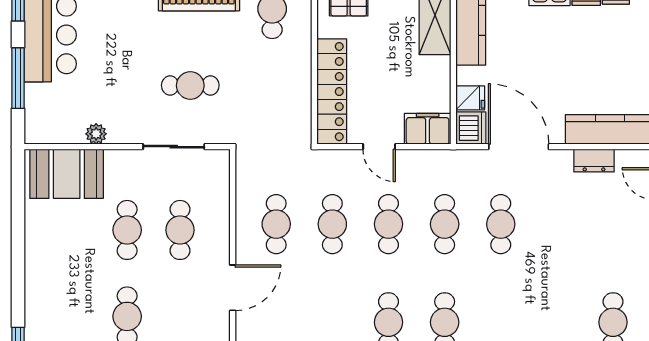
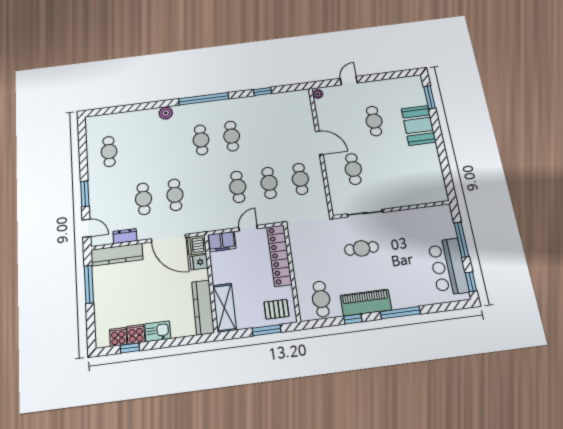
plant: (96, 134) -> (410, 215), removed
door: (379, 147) -> (248, 228), hinge flipped
booth: (67, 174) -> (419, 125), moved, turned 90
cafe table: (445, 224) -> (143, 199), moved
cafe table: (127, 230) -> (383, 165), removed
door: (233, 288) -> (319, 143), swing flipped

